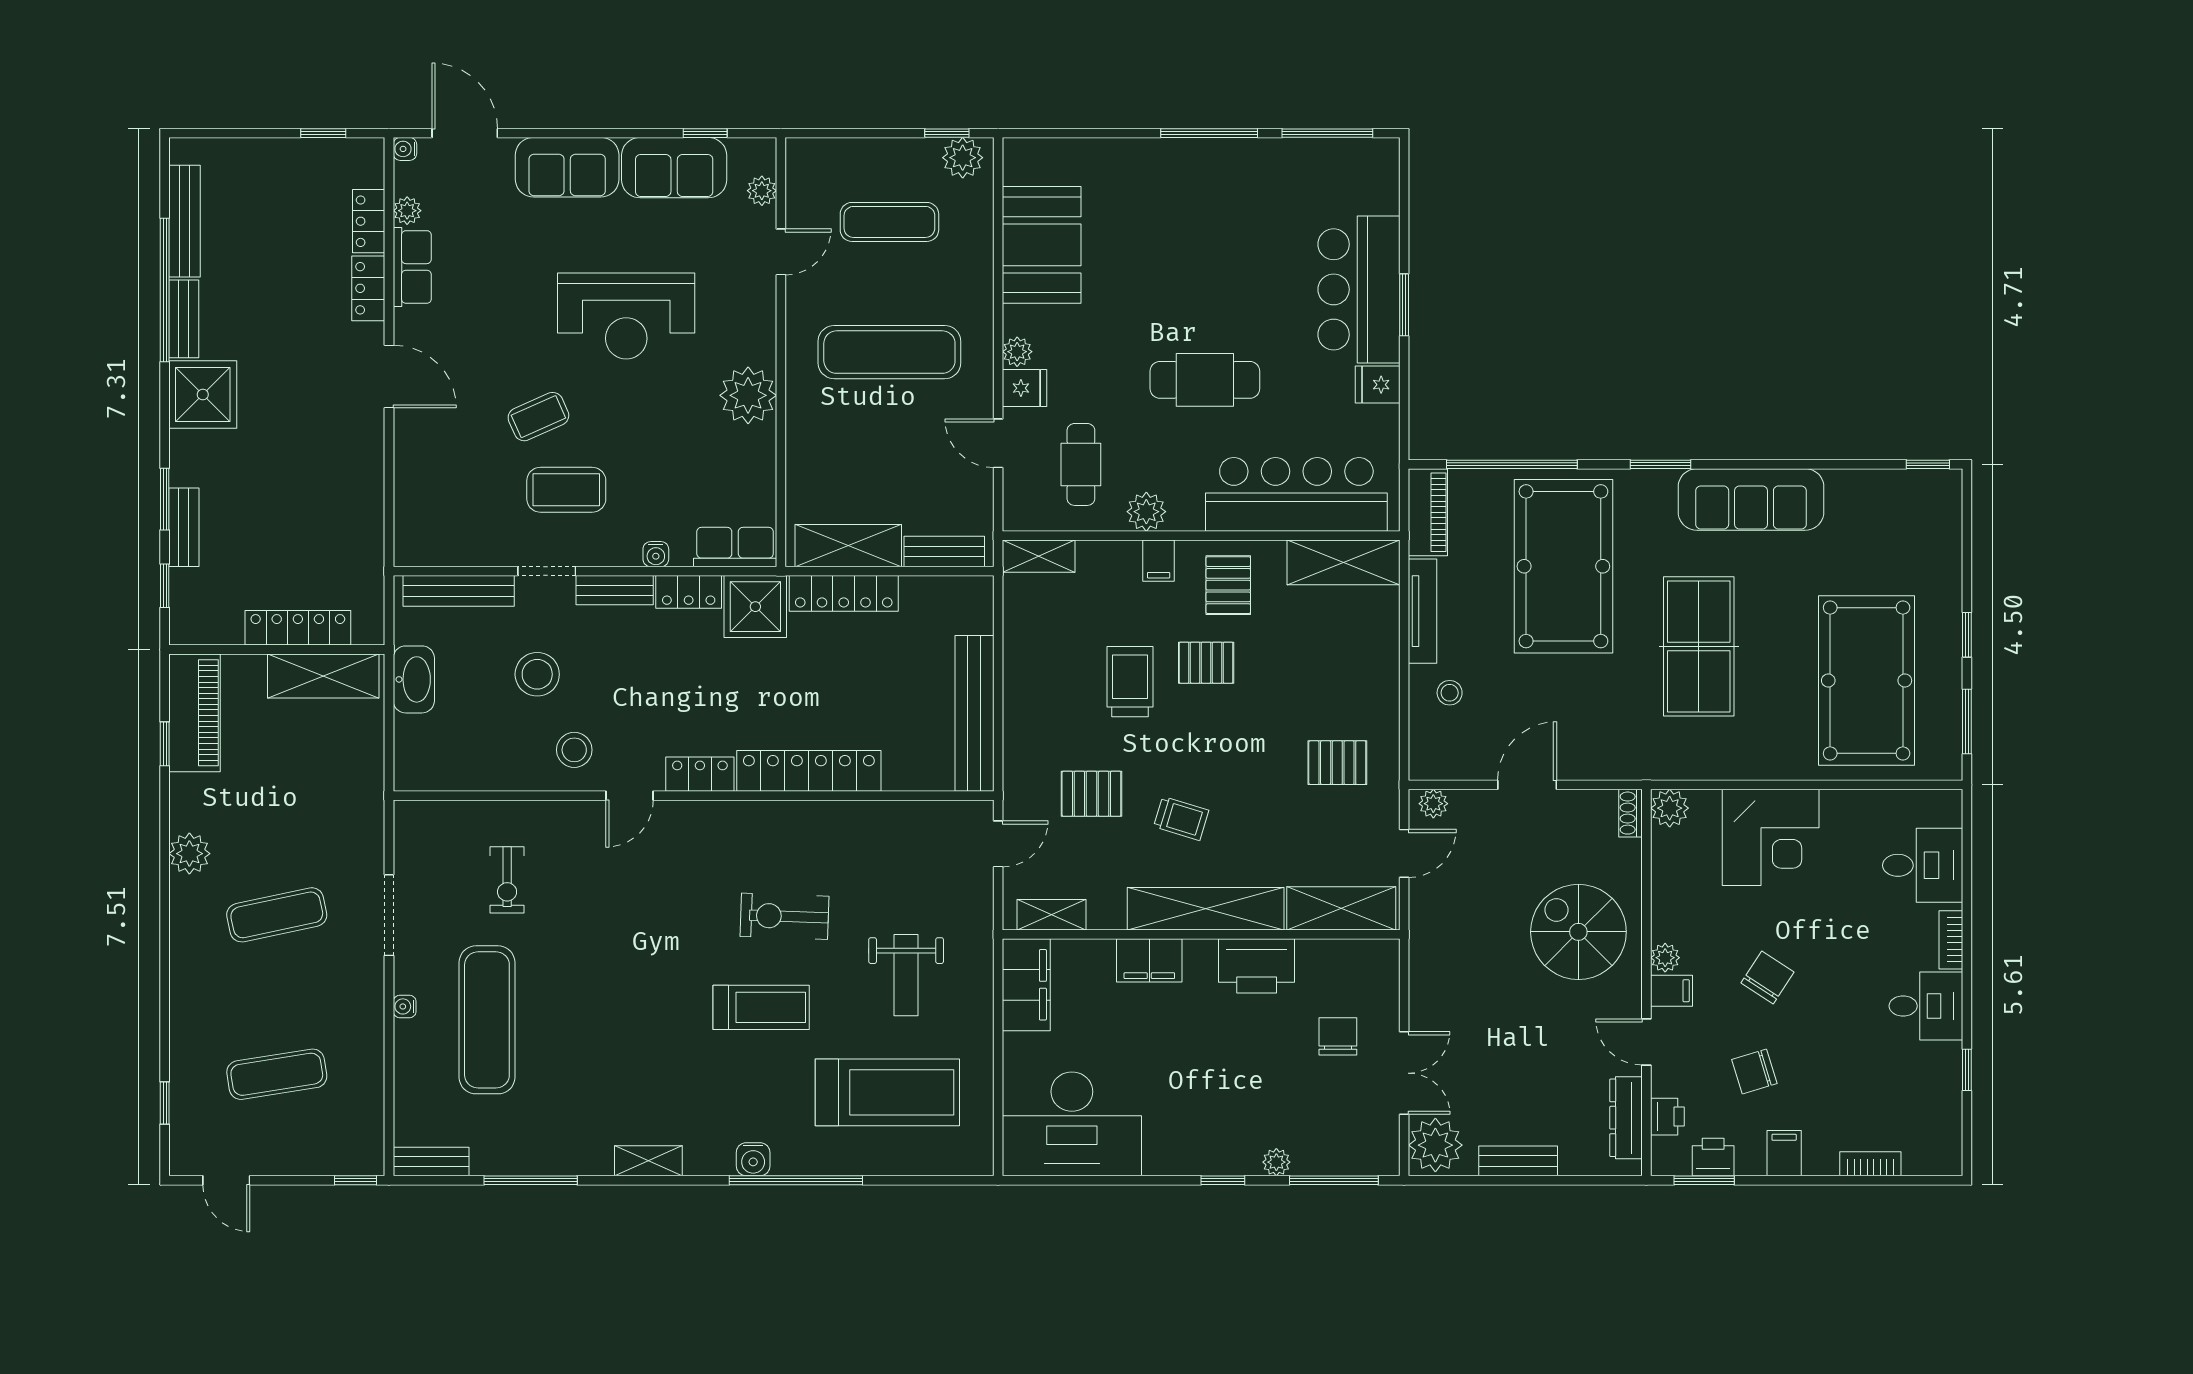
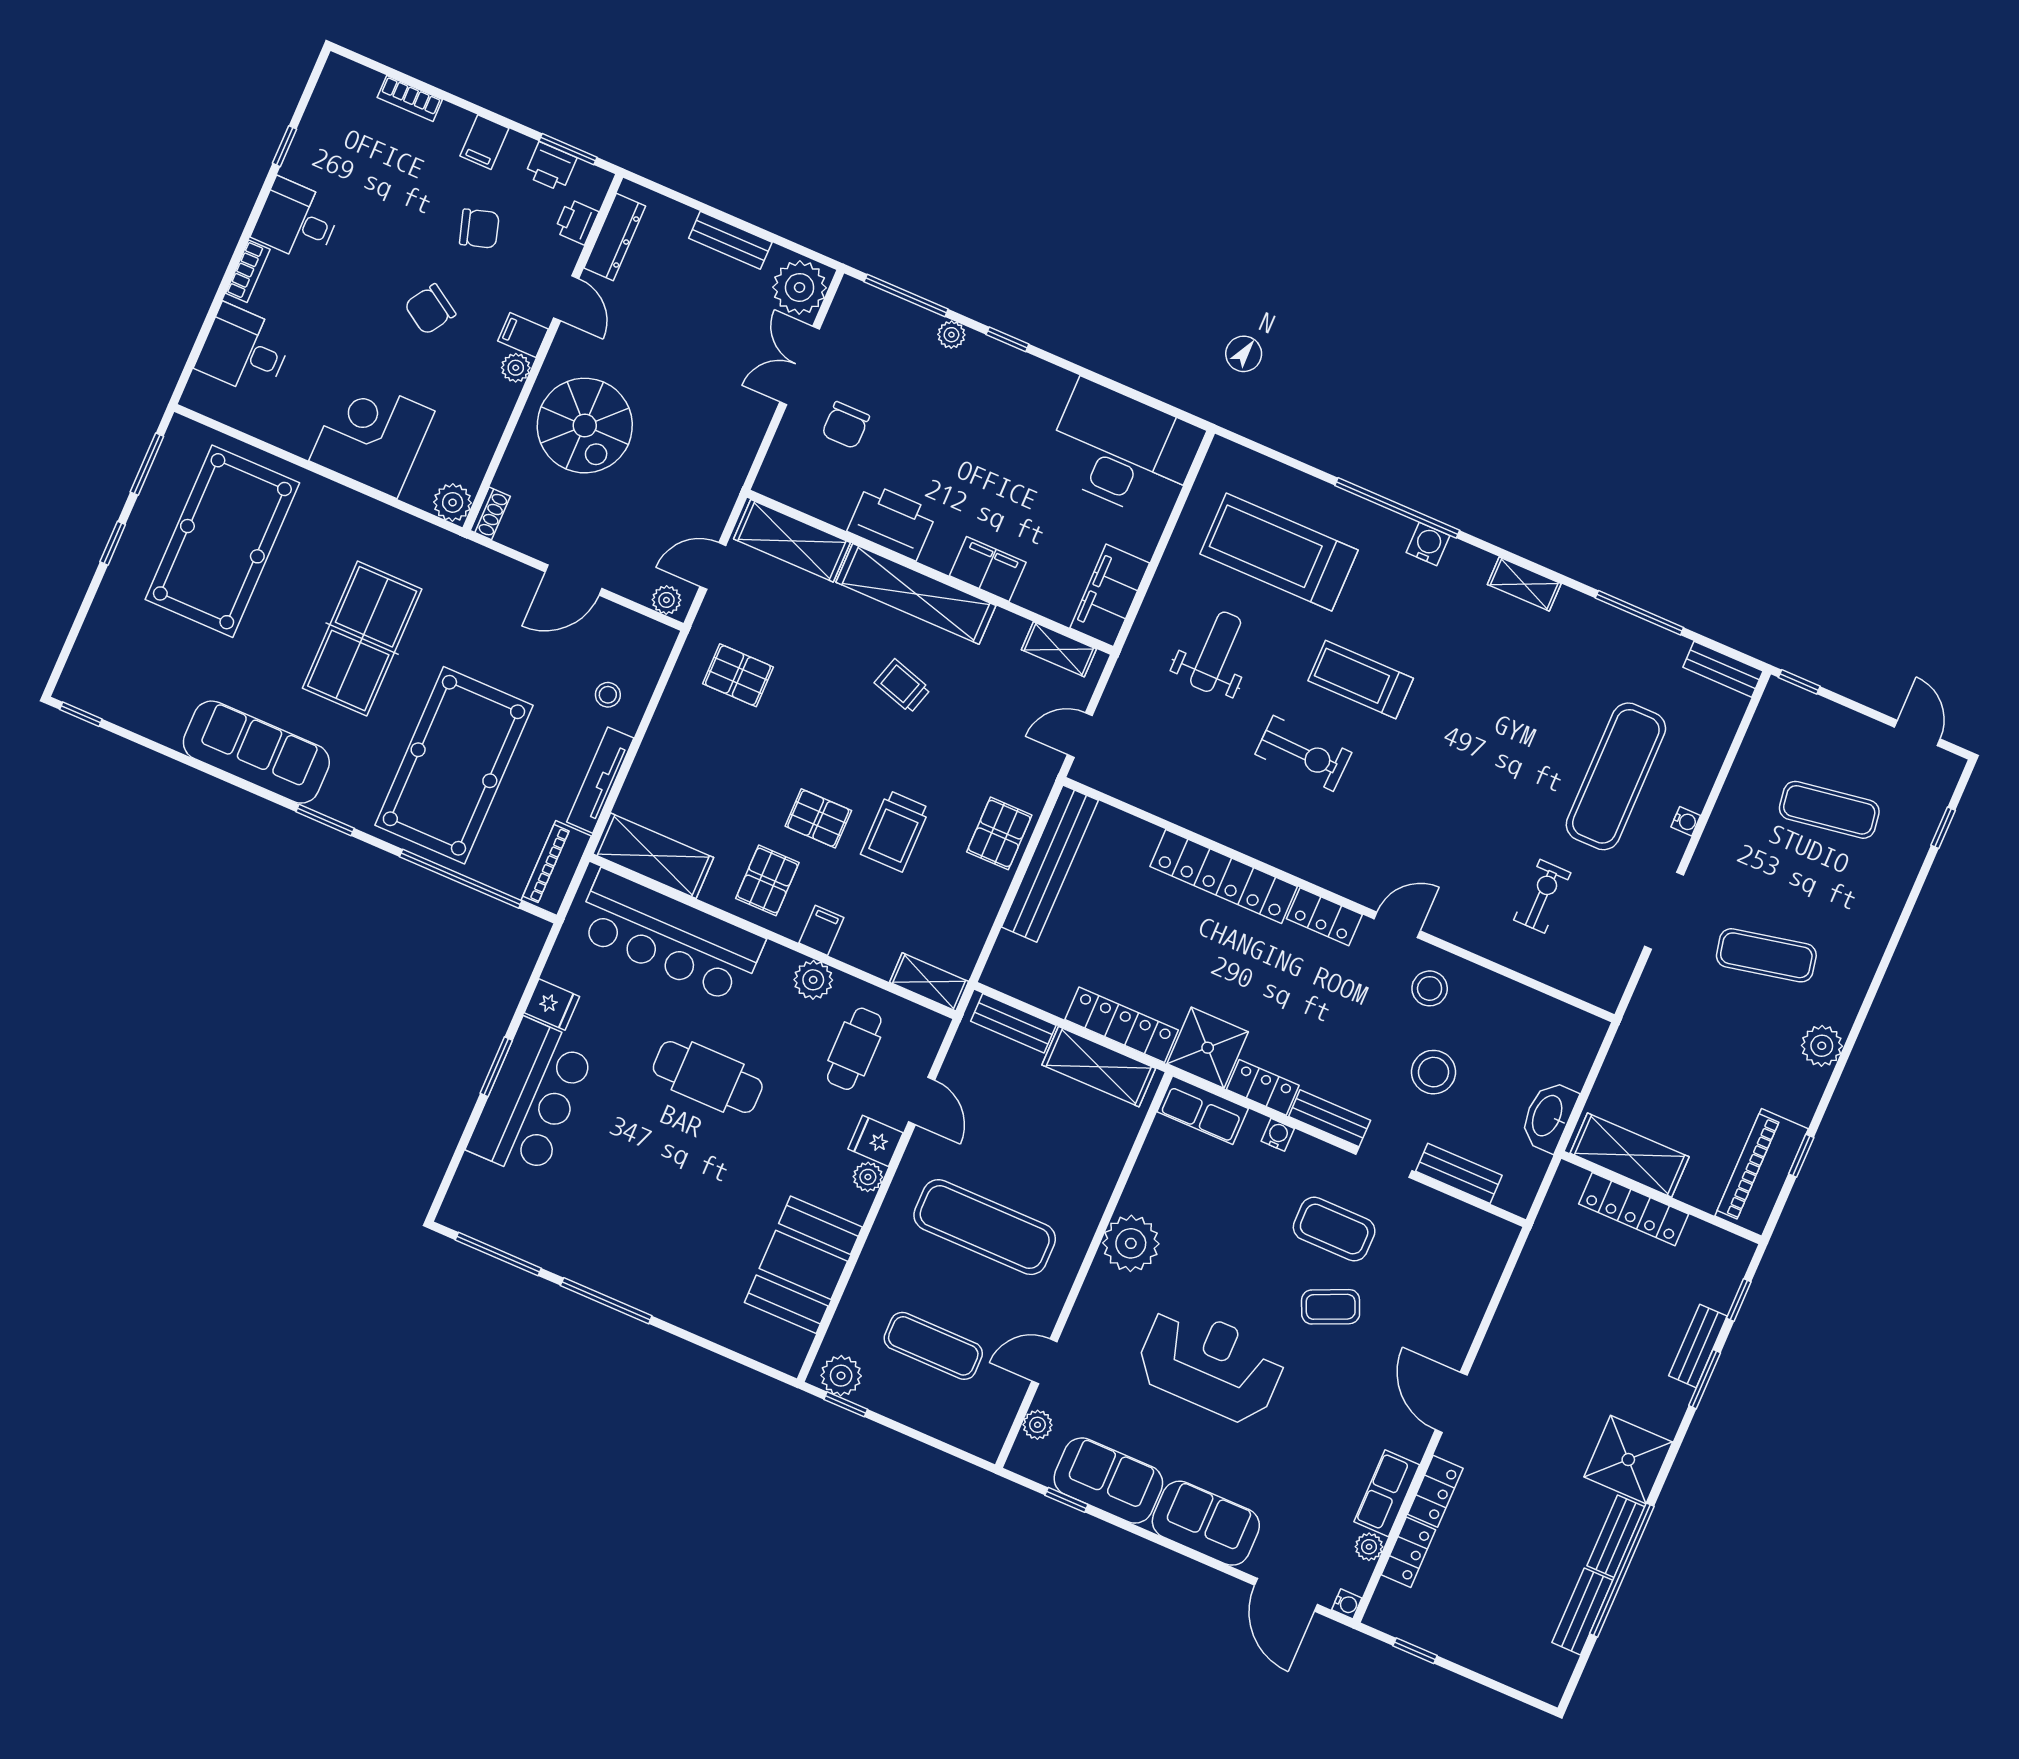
bench: (185, 221) -> (1582, 1611), width x0.73
bench: (459, 591) -> (1459, 1173), width x0.73
pallet: (1091, 794) -> (999, 833), moved, turned 90

